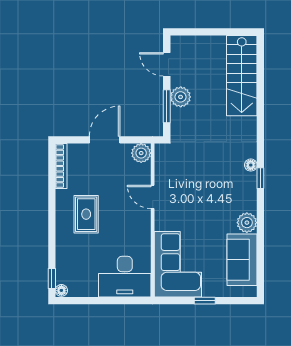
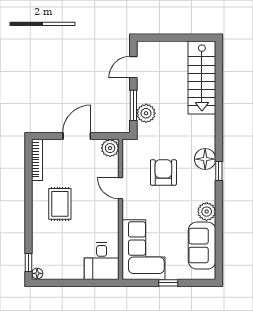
door: (167, 64) -> (133, 67), hinge flipped
plant: (181, 97) -> (146, 113), moved
floor lamp: (251, 165) -> (205, 159), width x1.89, depth x1.89
armchair: (200, 180) -> (163, 172), added
desk: (125, 277) -> (102, 261), width x0.73

